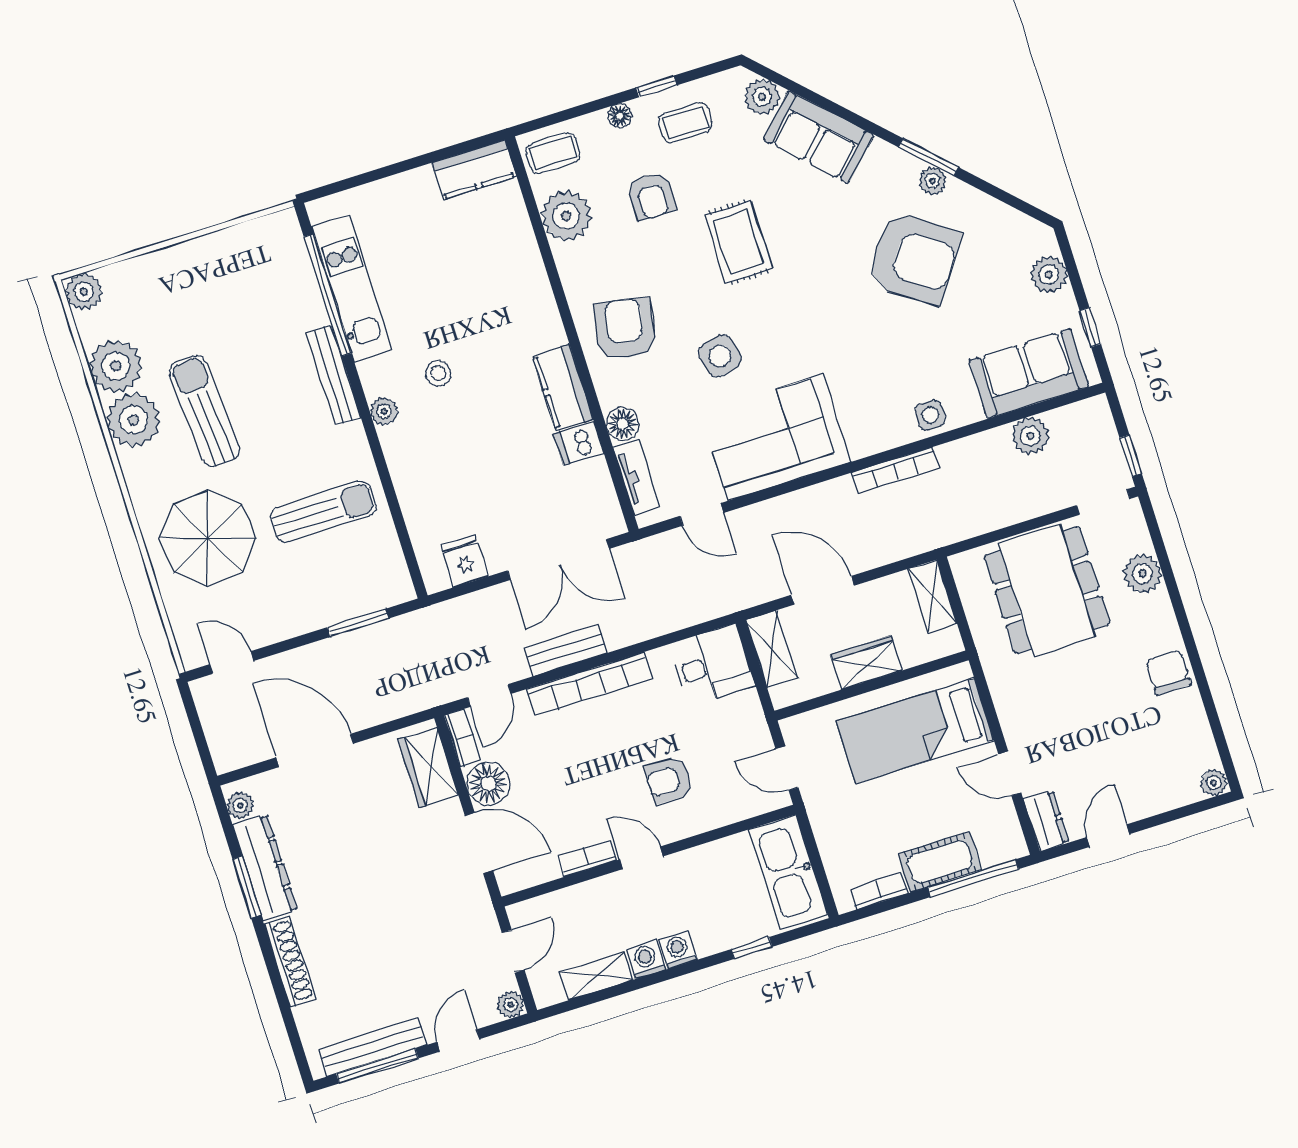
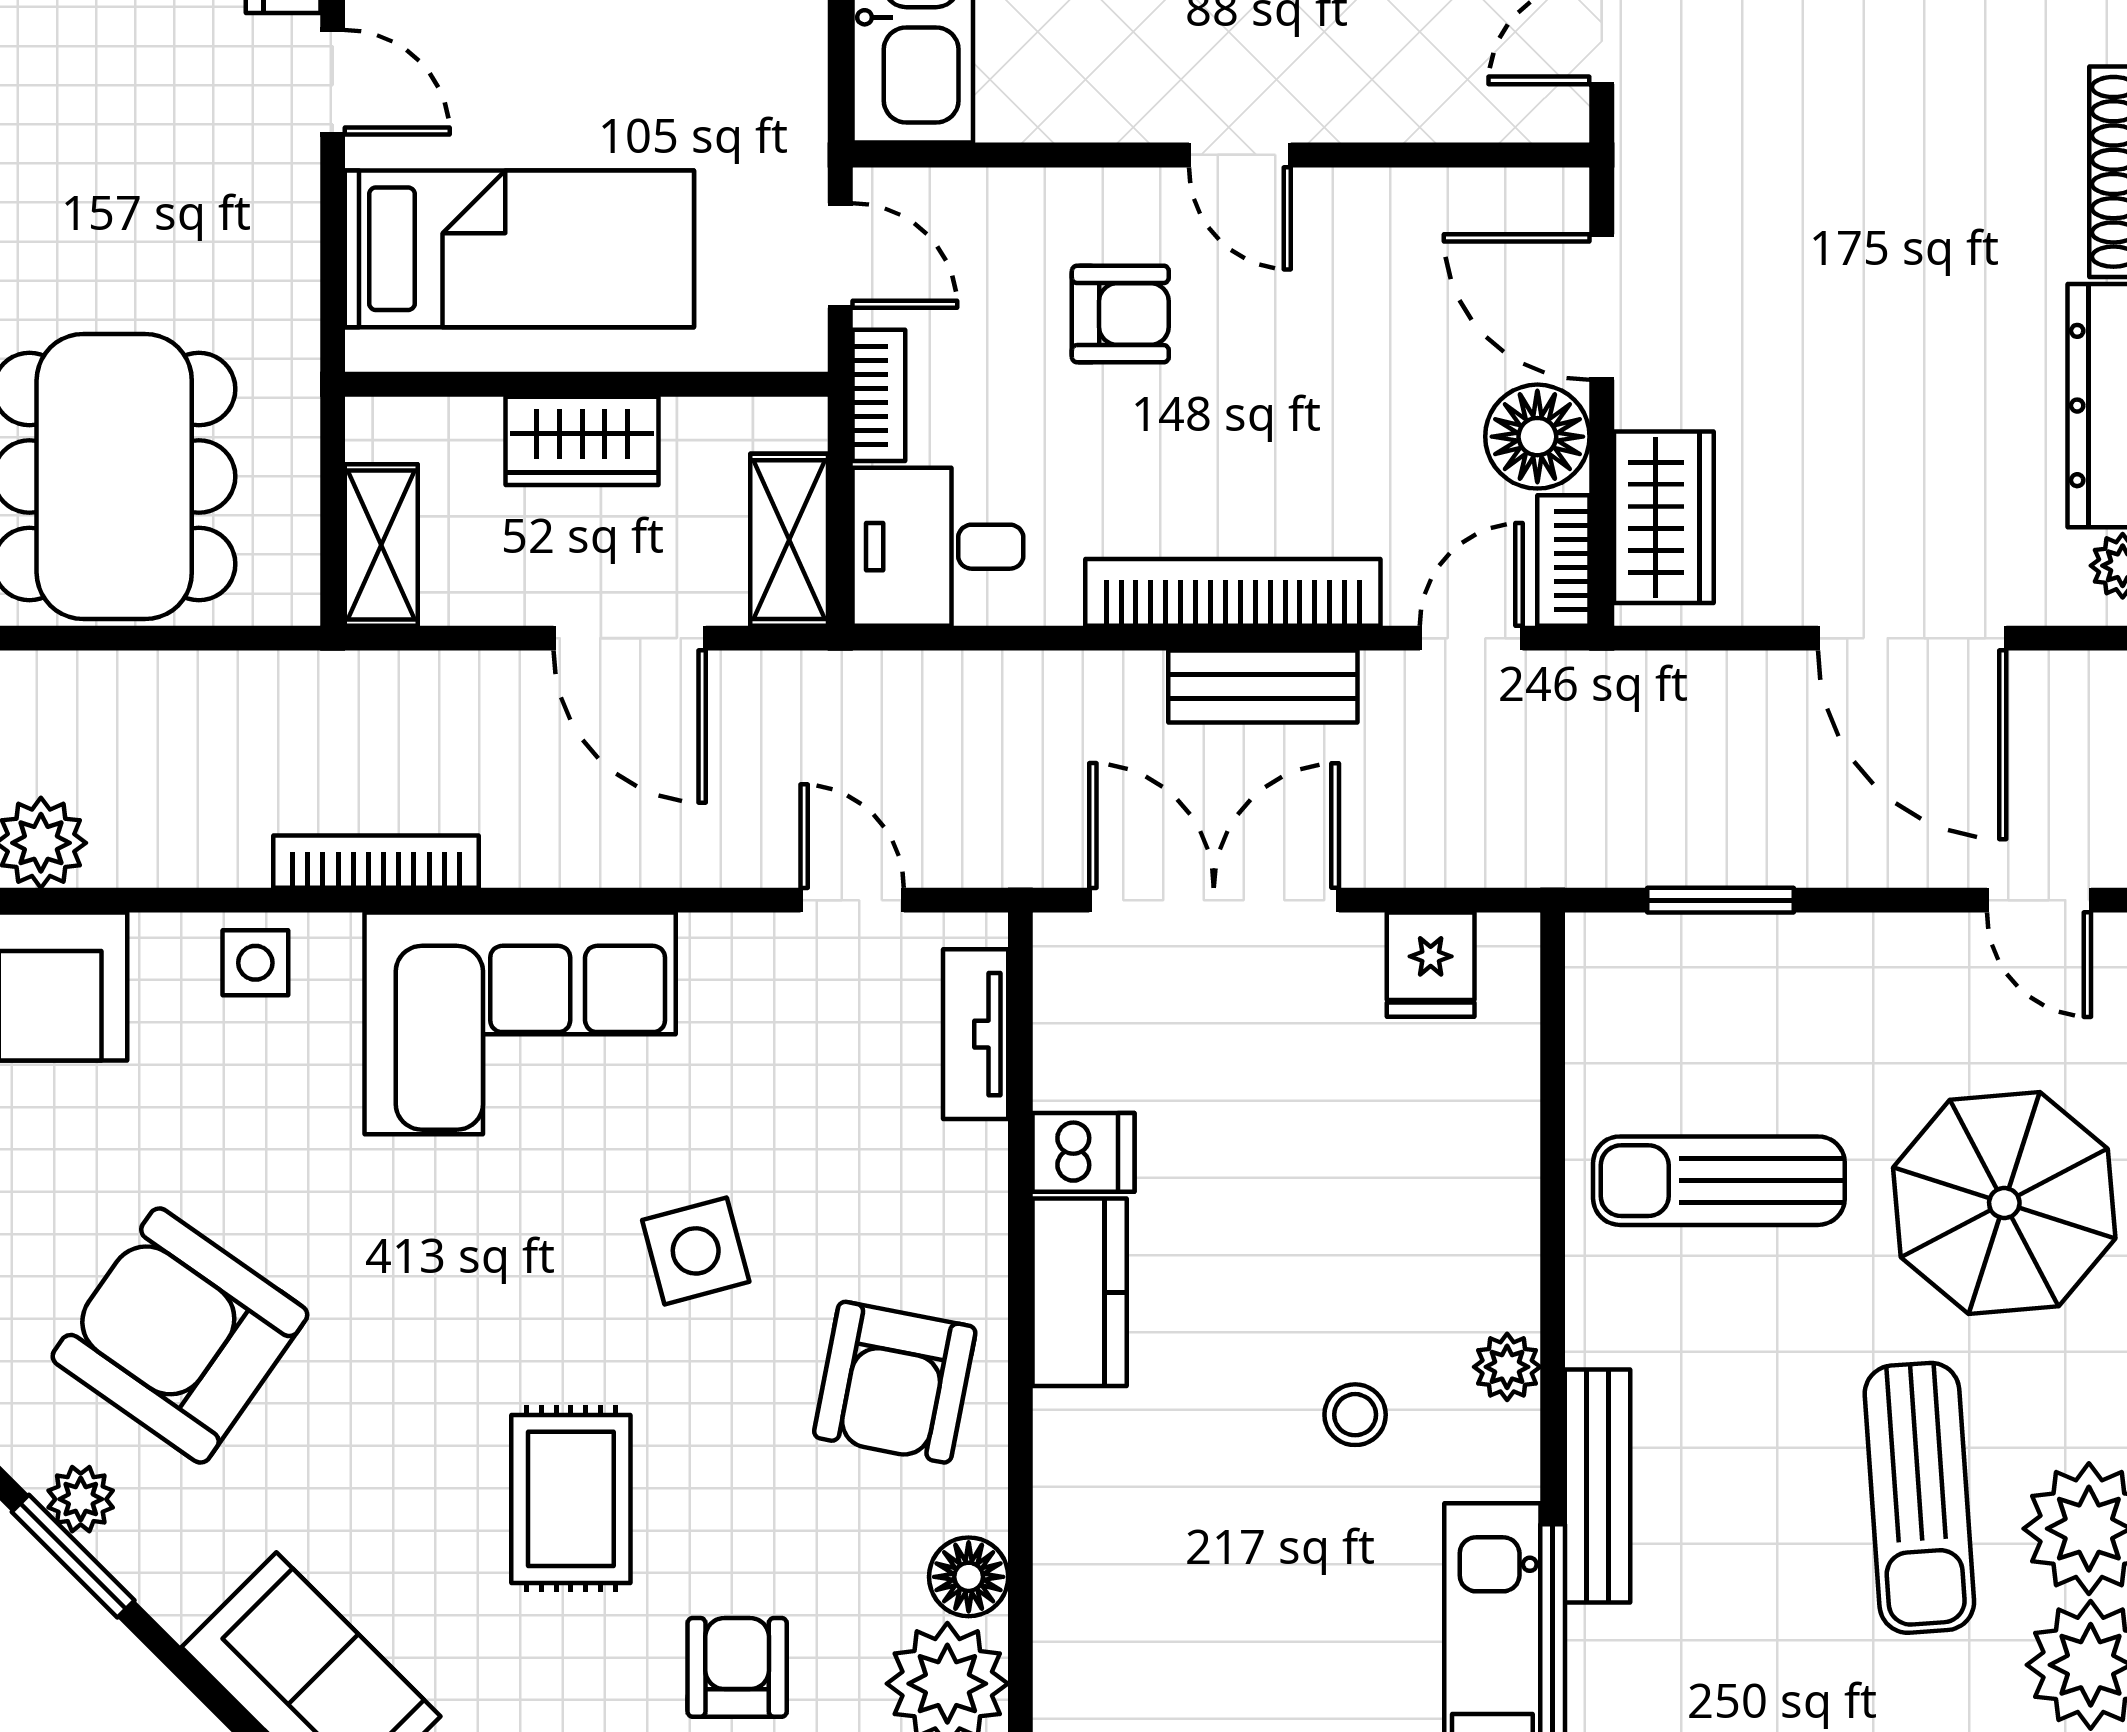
floor lamp: (623, 424) -> (969, 1577), moved
corner sofa: (776, 437) -> (520, 1023), moved
bookcase: (587, 858) -> (879, 395), moved, turned -90

